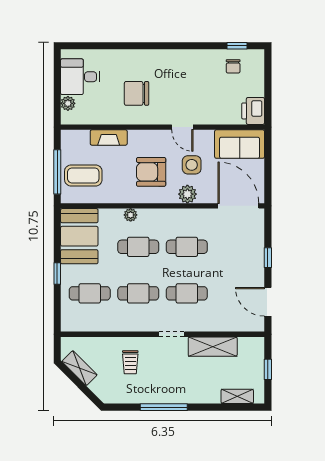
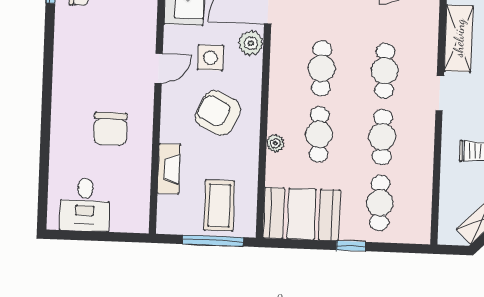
plant: (68, 103) -> (120, 223), removed
armchair: (151, 172) -> (218, 113), turned 115
plant: (187, 194) -> (251, 43), moved

